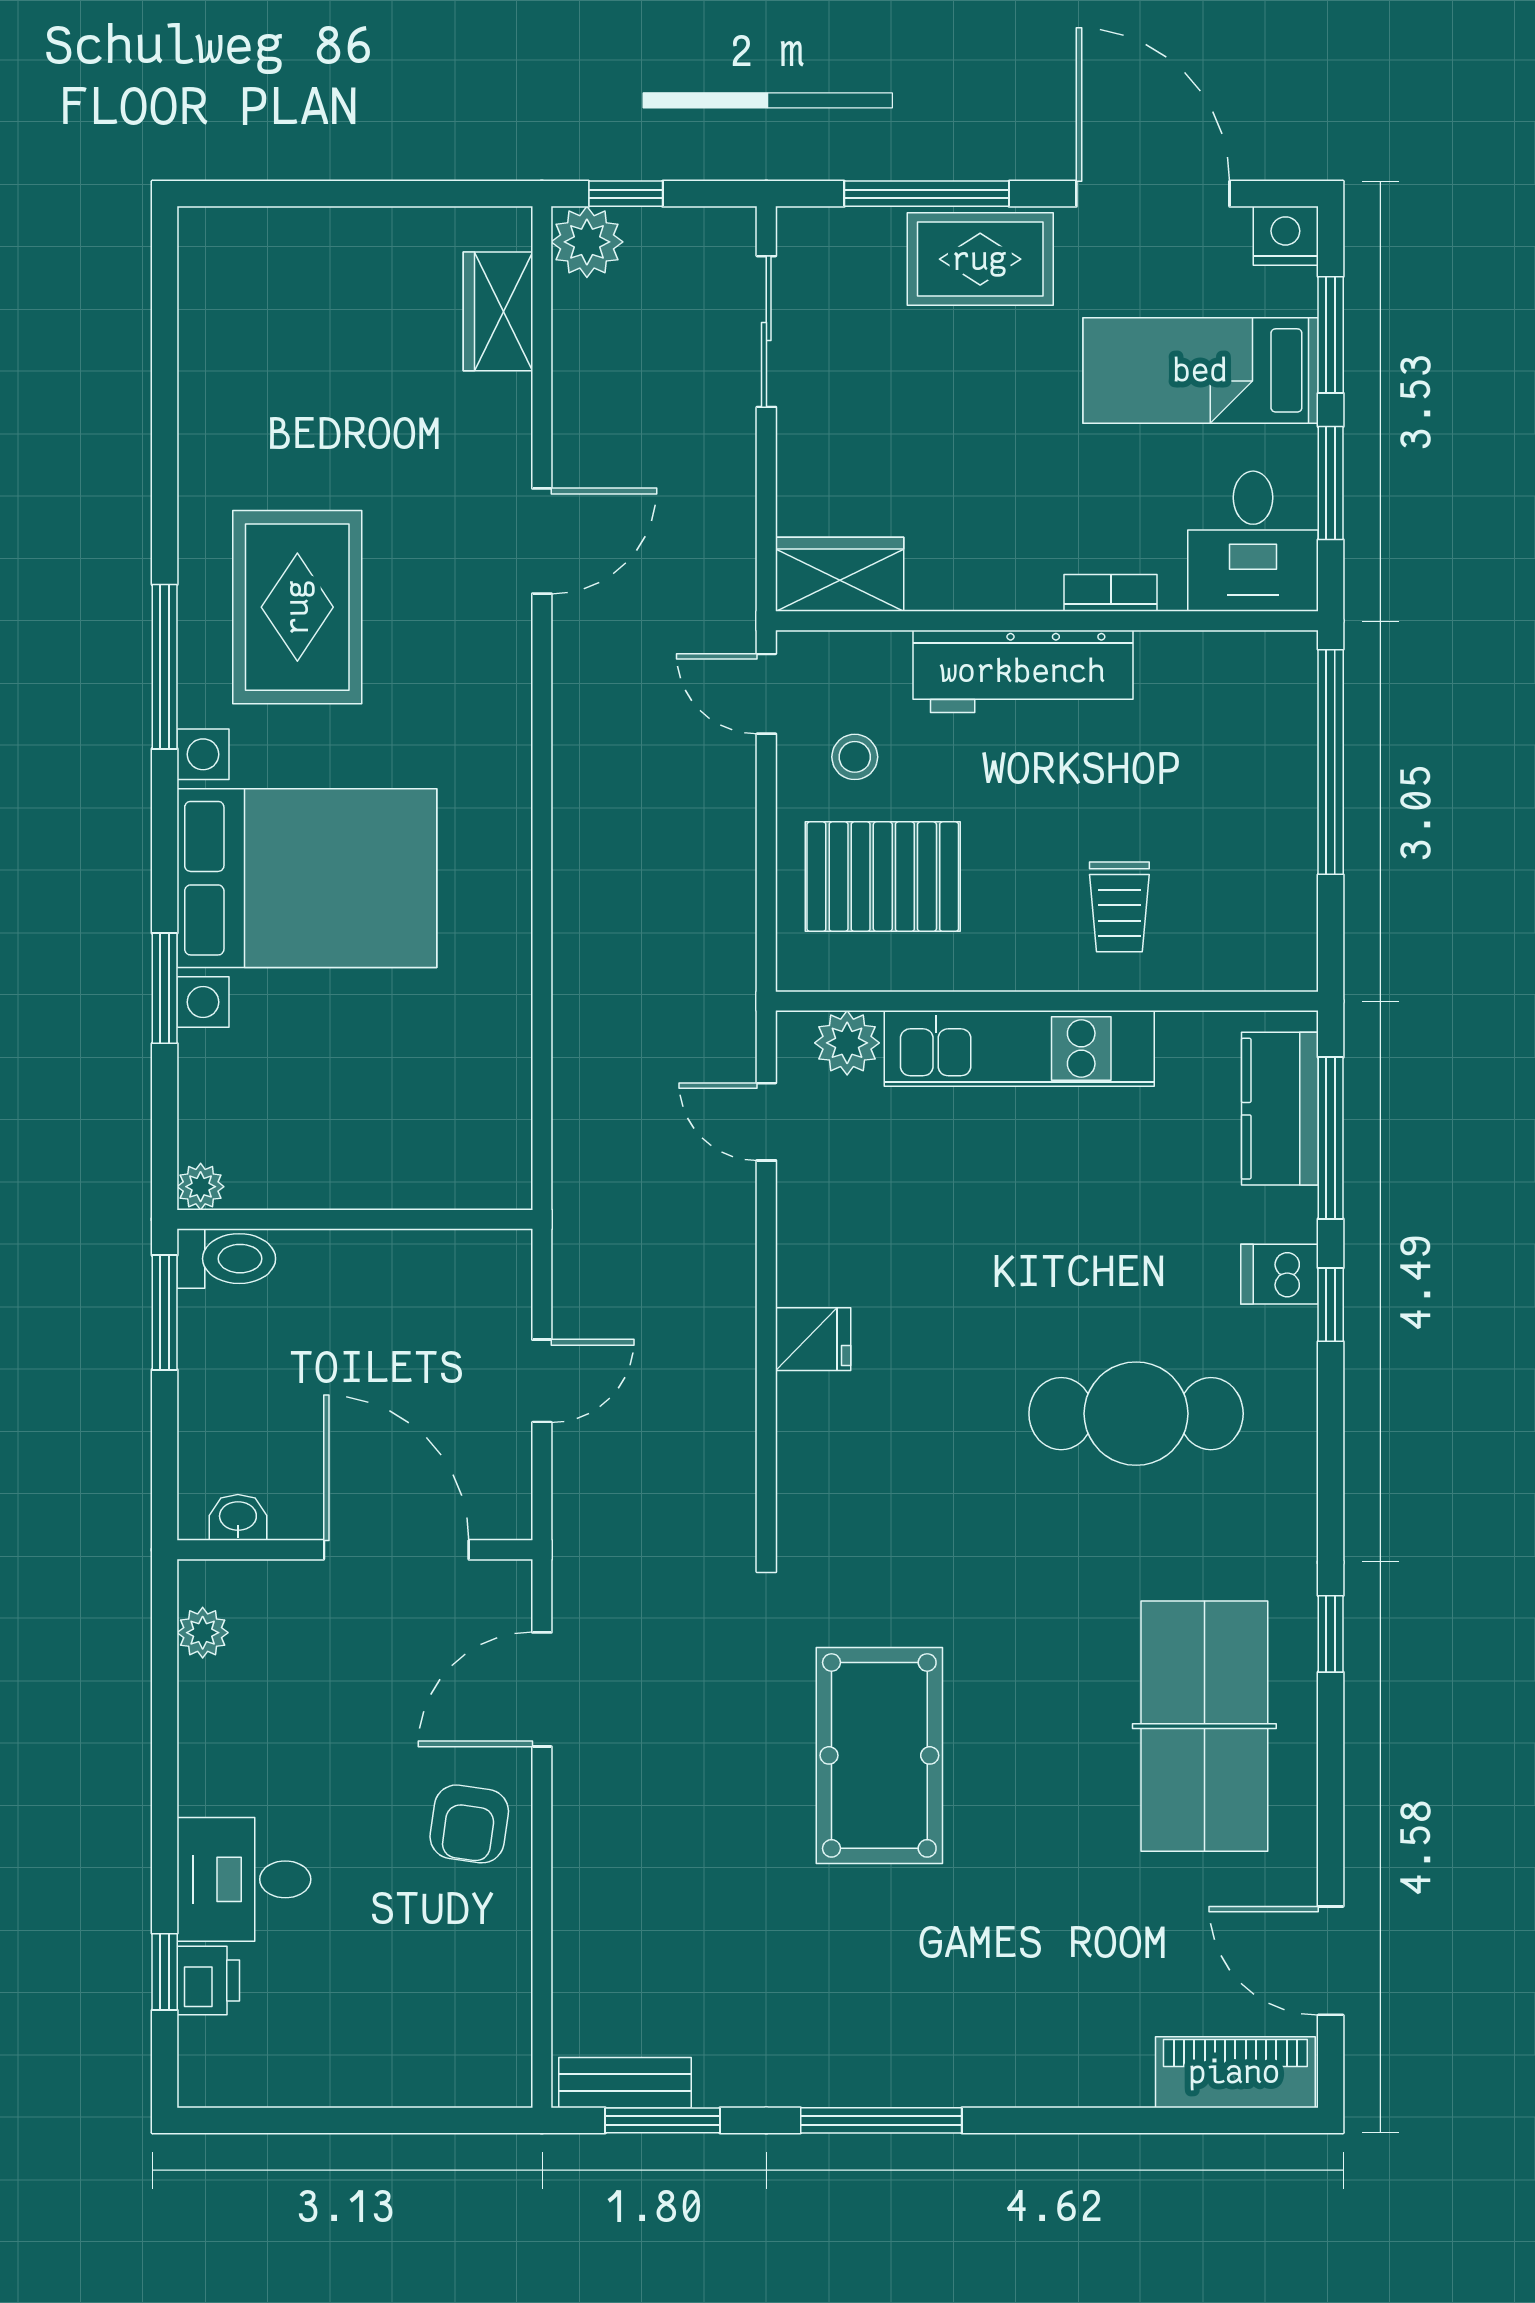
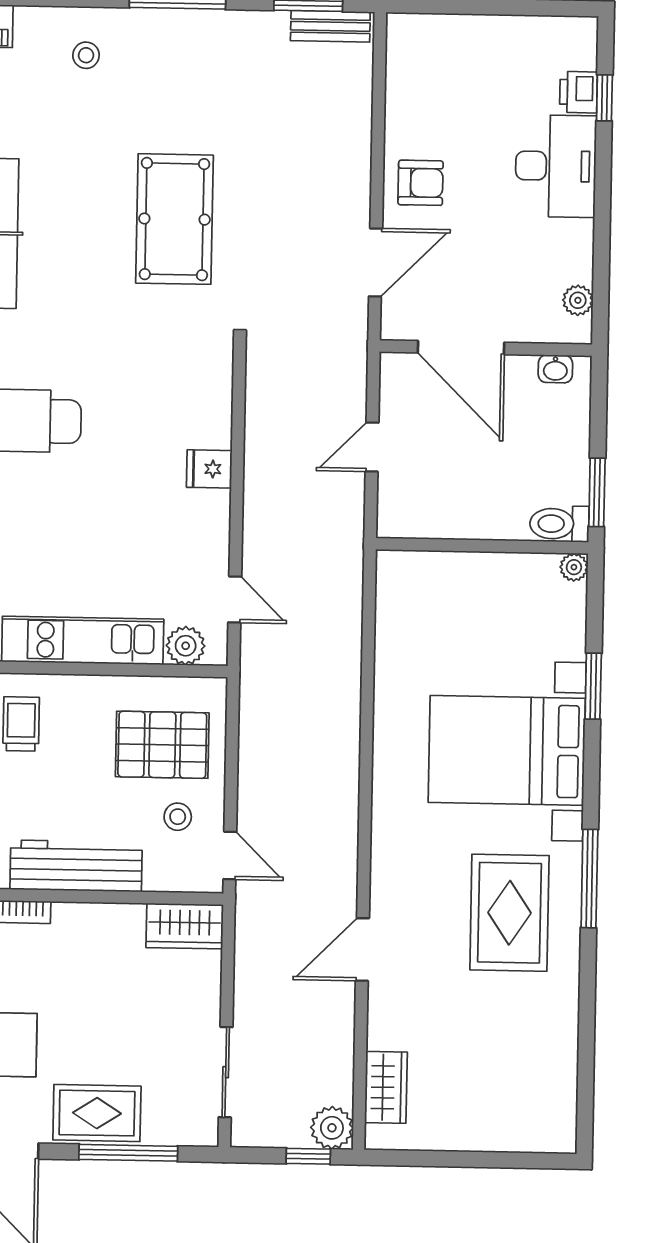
armchair: (469, 1824) -> (421, 183), turned 82
desk: (244, 1879) -> (556, 166), width x1.37
stool: (1032, 2026) -> (86, 55), added

